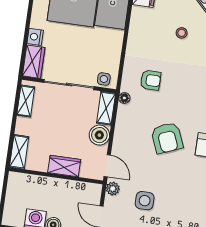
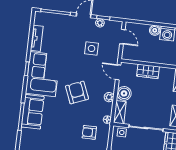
plant: (113, 189) -> (109, 97), moved

